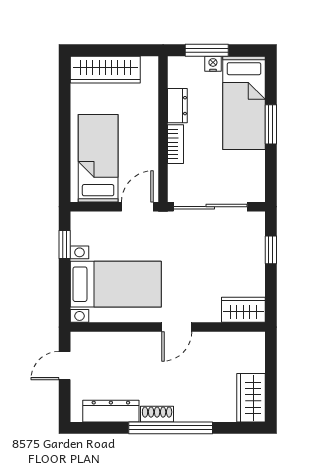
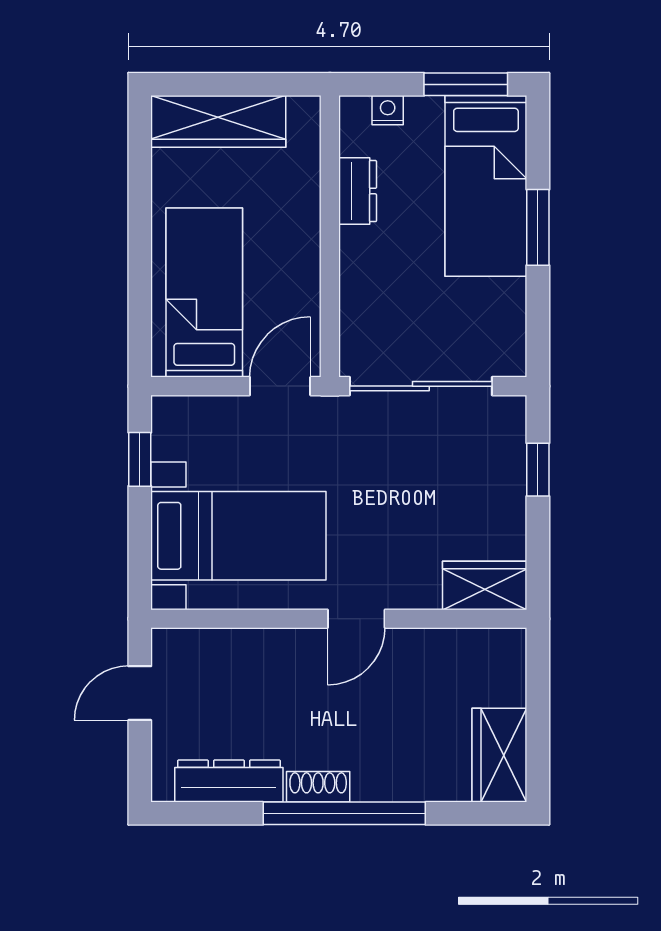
window: (207, 50) -> (466, 84), moved
nightstand: (213, 64) -> (388, 110), moved
bookcase: (176, 144) -> (354, 266), removed

